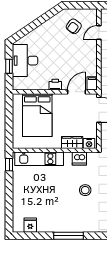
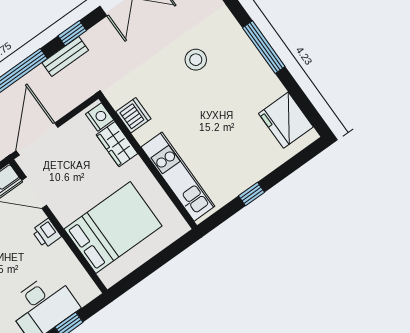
window: (9, 165) -> (251, 194), moved
stool: (85, 190) -> (196, 60), moved
fridge: (30, 225) -> (286, 120), width x1.88, depth x1.34

